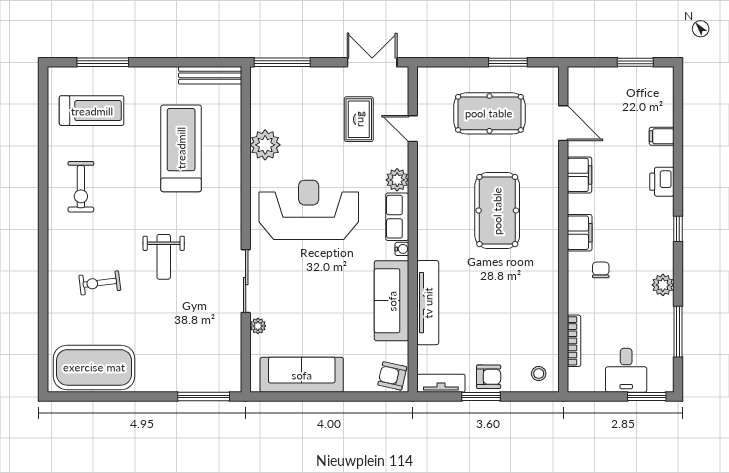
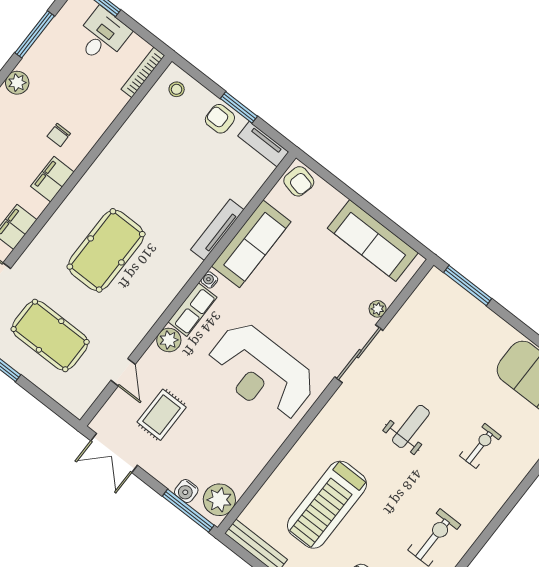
water cooler: (295, 76) -> (186, 491), added
plant: (265, 145) -> (219, 500), moved
exercise bike: (100, 283) -> (480, 446), turned -83
tv unit: (428, 303) -> (217, 230), width x0.73, depth x0.78
bookcase: (574, 341) -> (143, 72), moved

